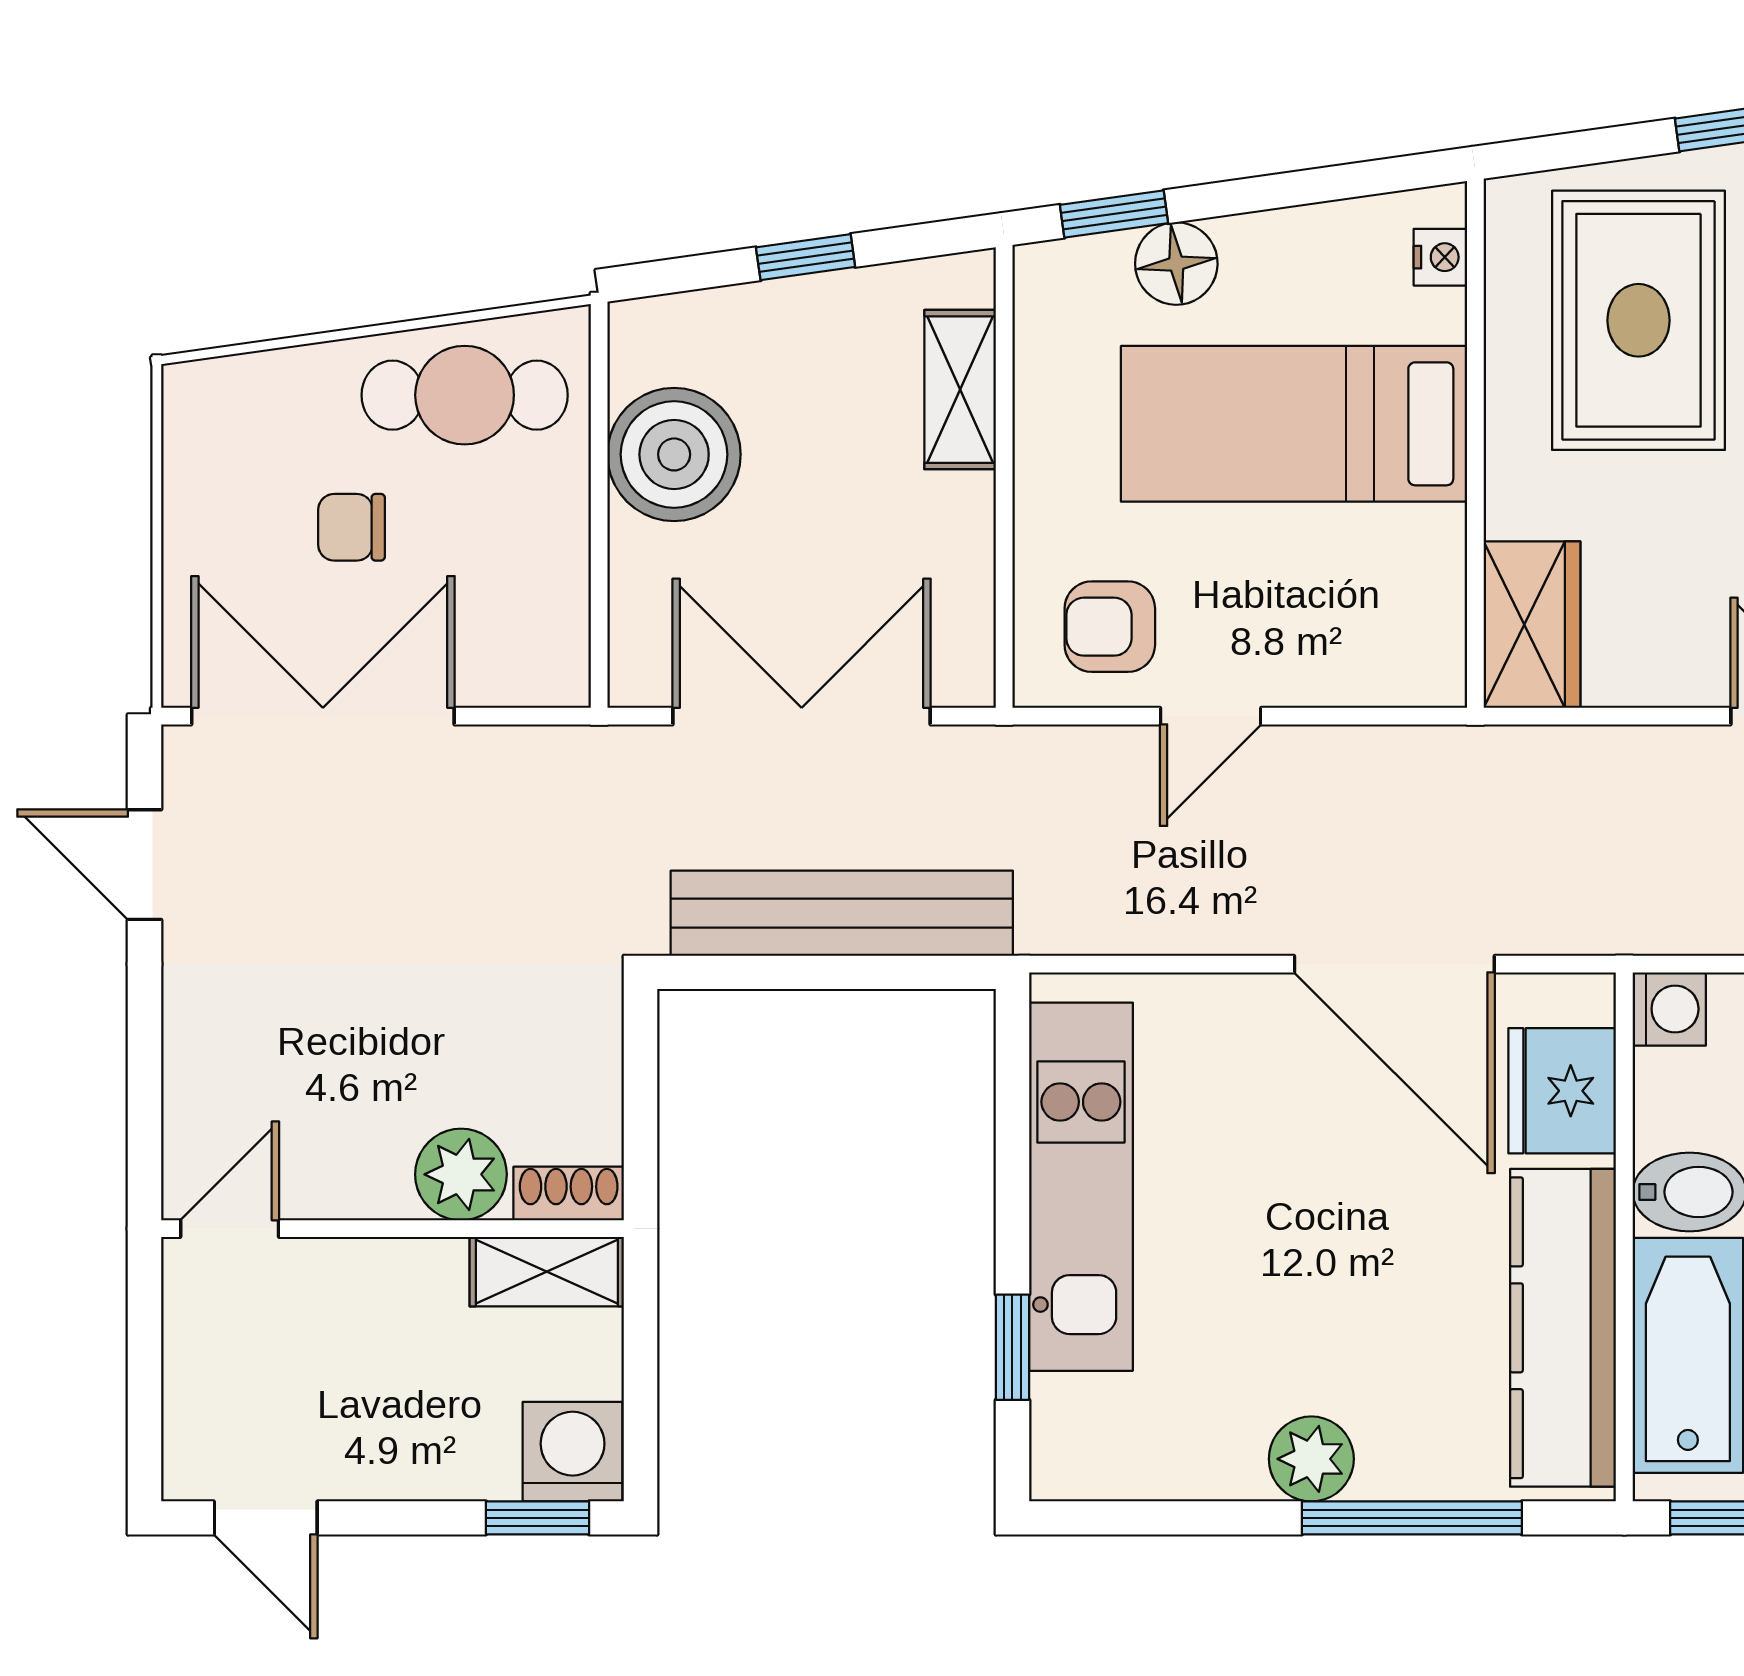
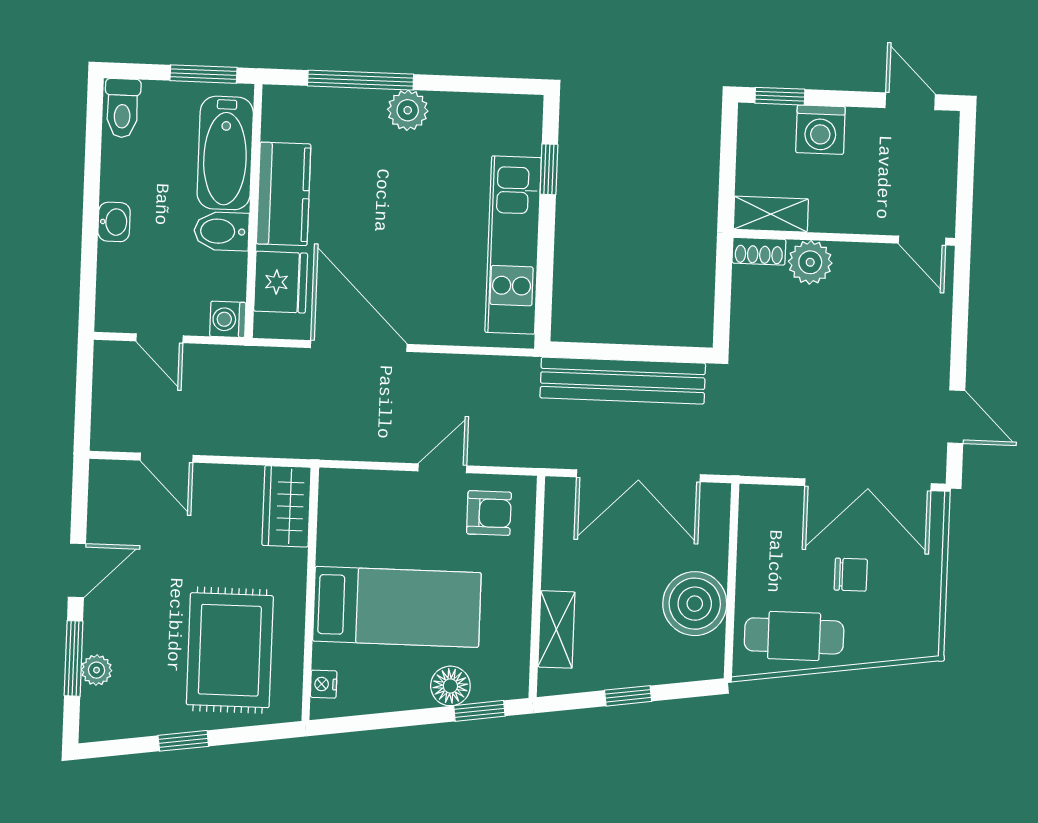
door: (230, 1229) -> (922, 241), hinge flipped
kitchen counter: (1563, 1328) -> (284, 194), width x0.67
washing machine: (573, 1452) -> (820, 130), moved

